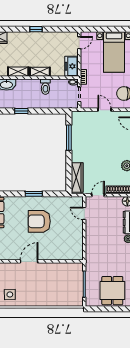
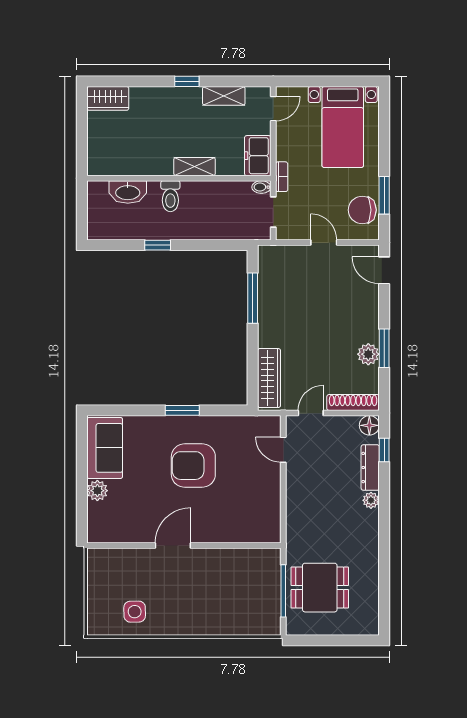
shelving: (18, 72) -> (224, 96), moved
toilet: (45, 87) -> (170, 196), moved
dining table: (112, 291) -> (320, 588), moved, turned 90

